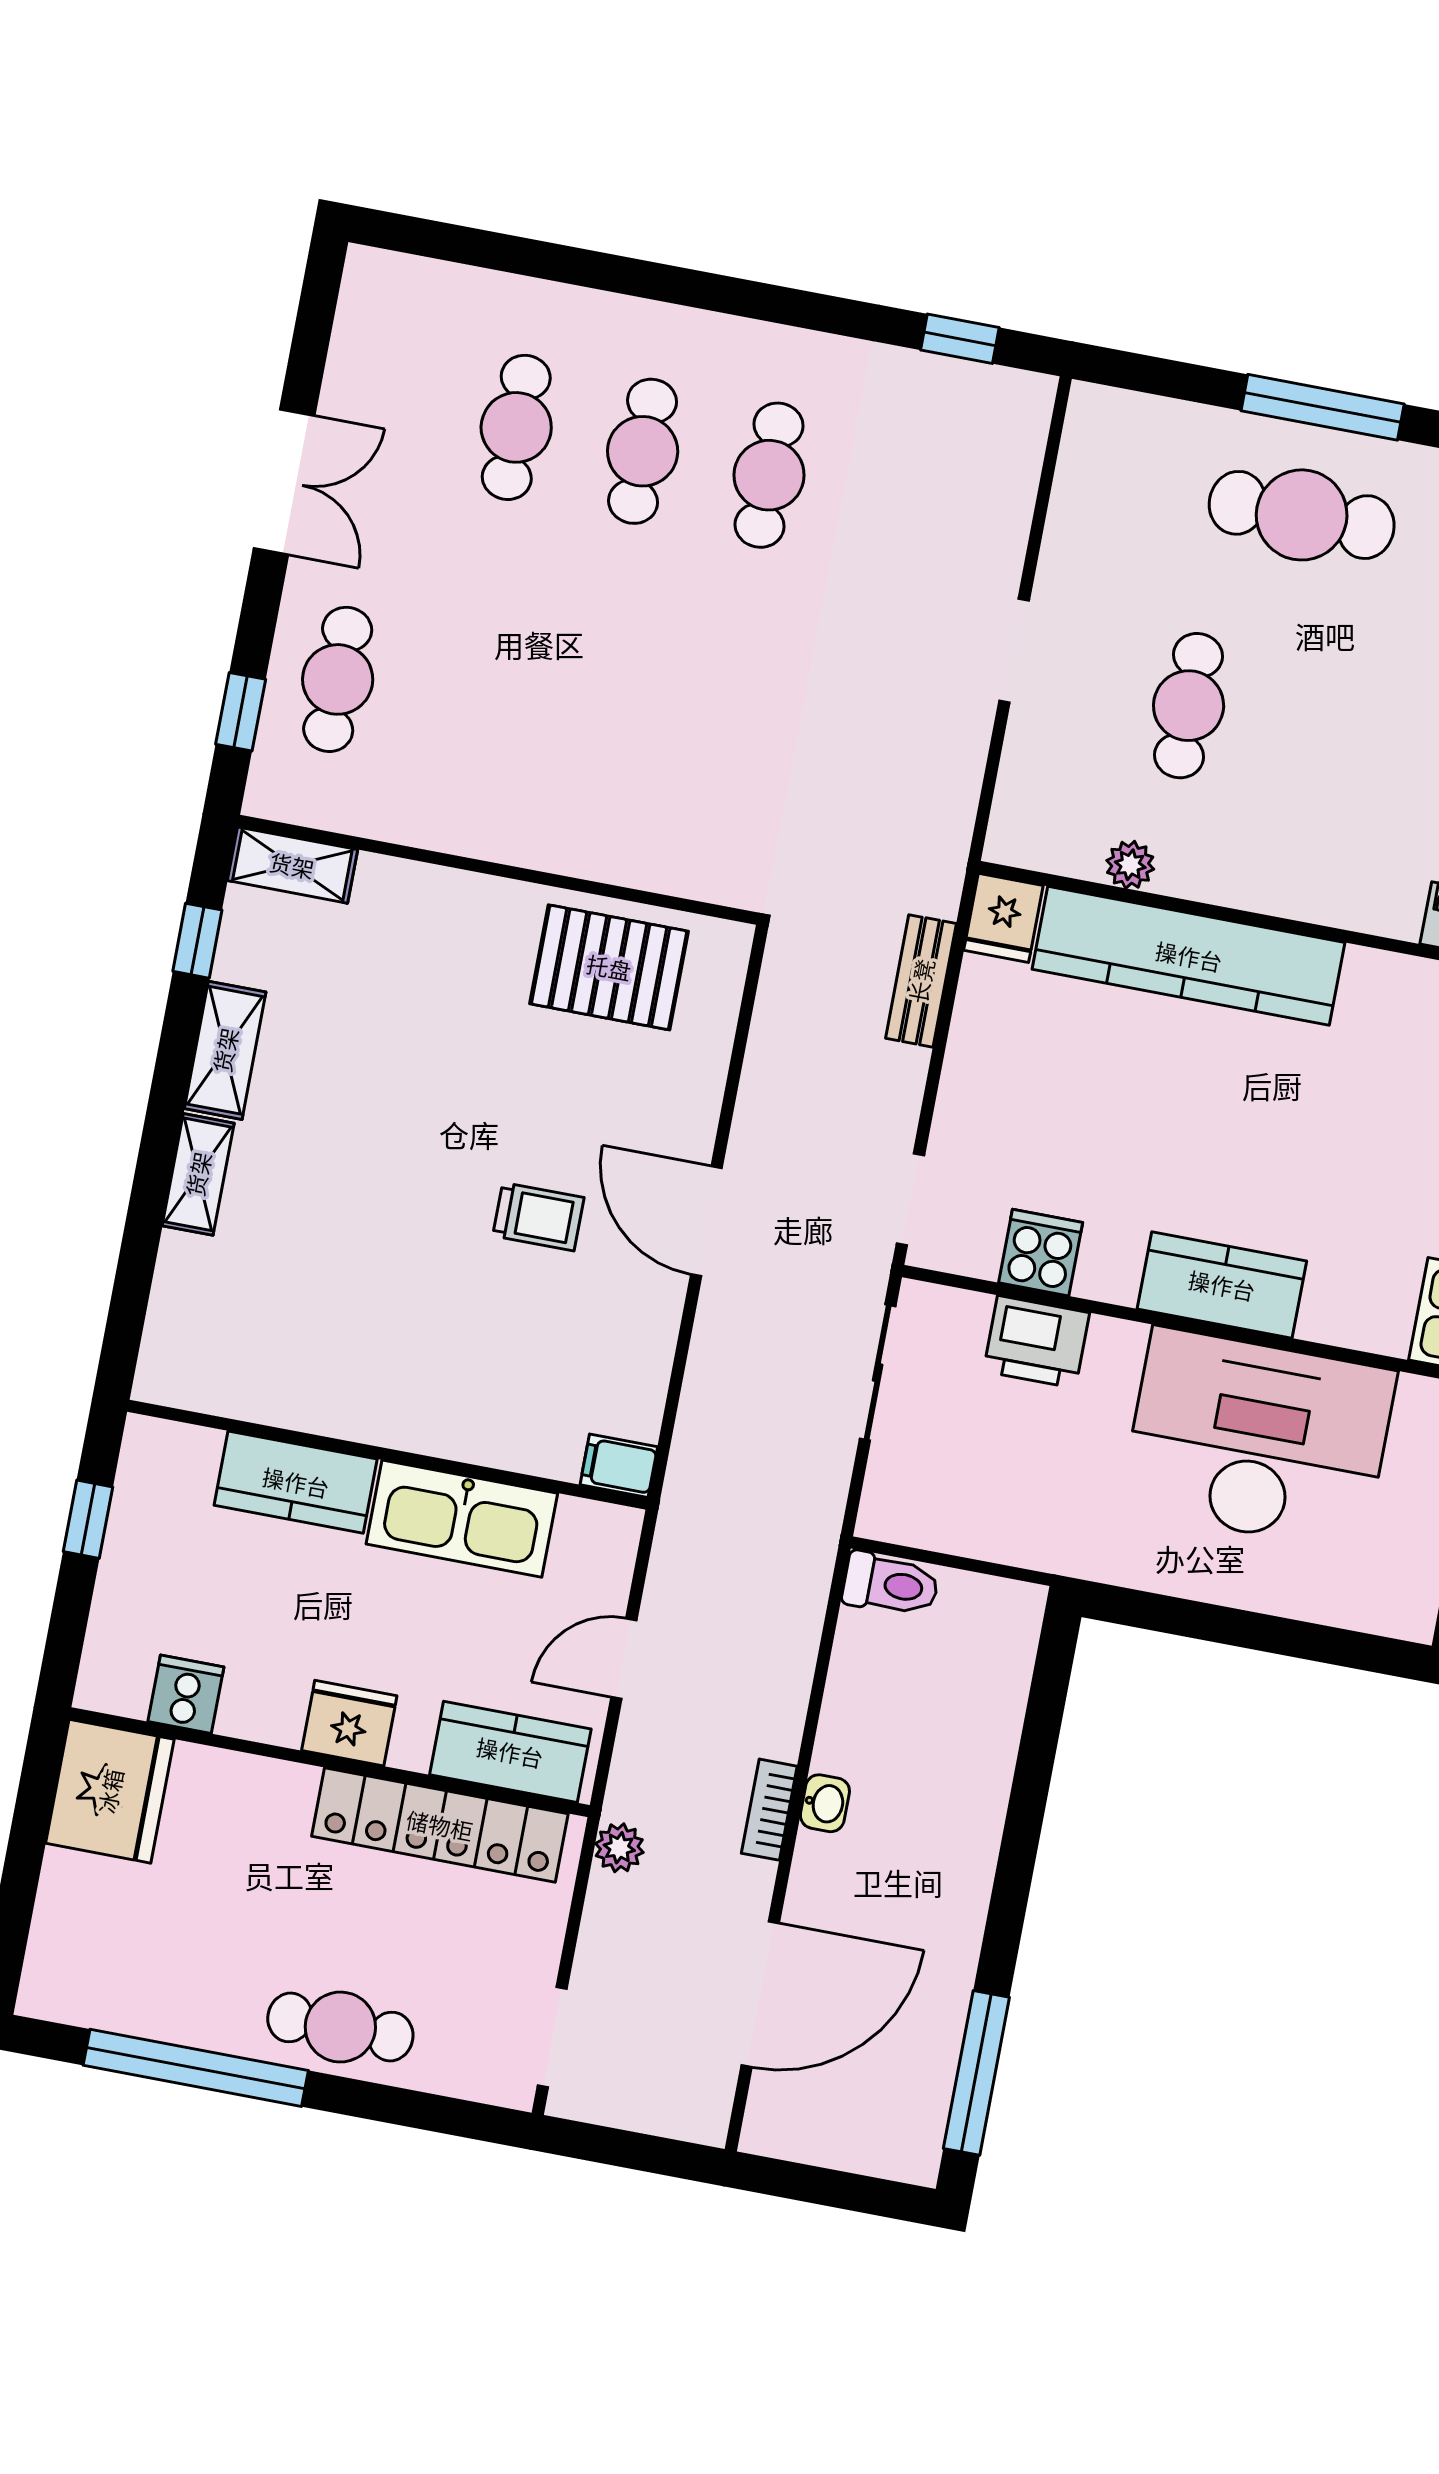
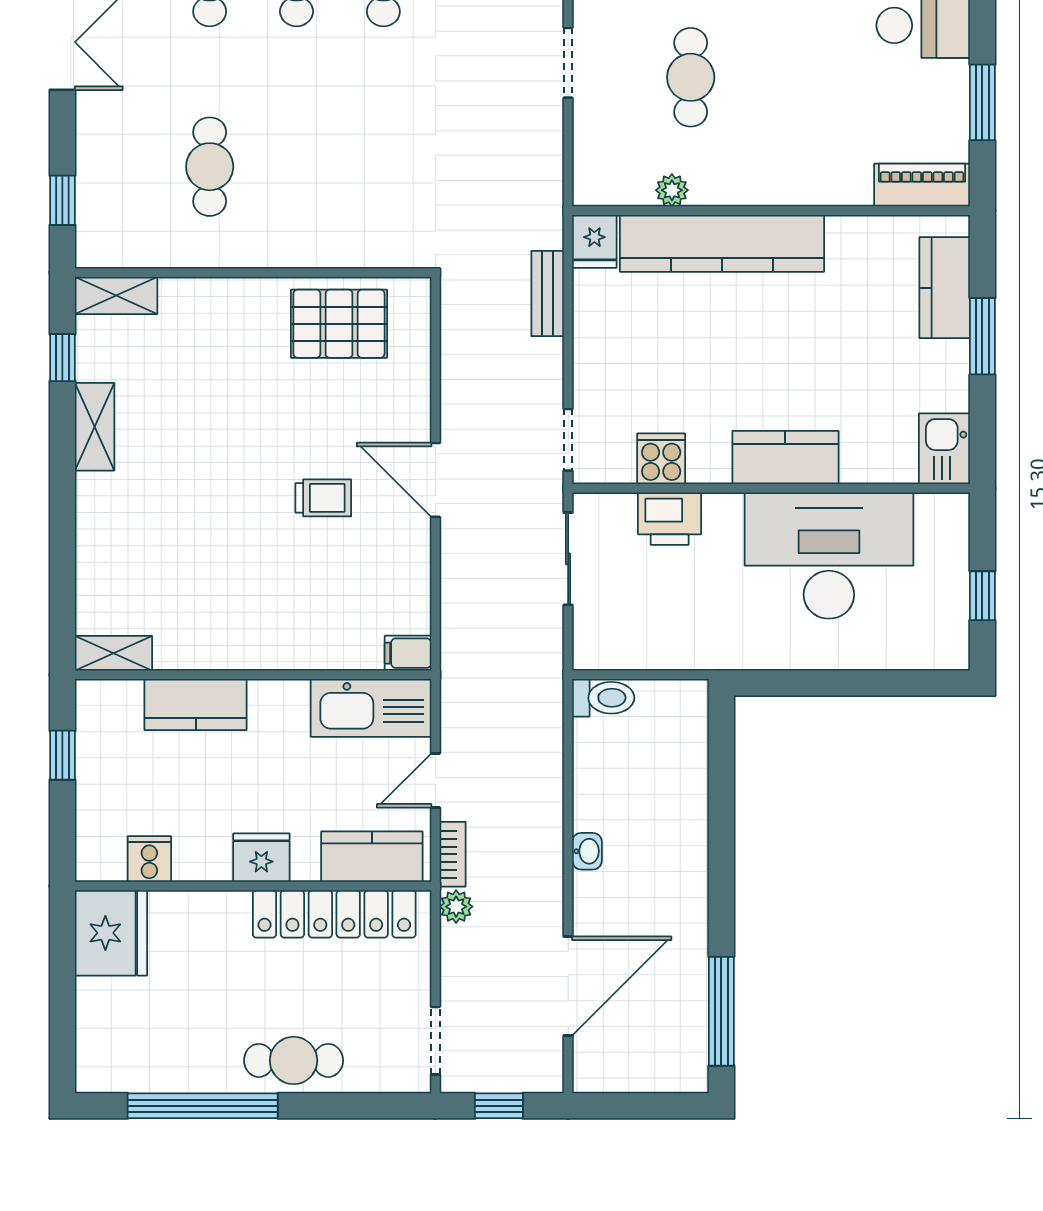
cafe table: (338, 679) -> (210, 167), moved
shelving: (198, 1174) -> (113, 653), moved, turned 90
kitchen sink: (462, 1519) -> (371, 708), moved
bookcase: (769, 1810) -> (453, 854), moved, turned 180
window: (627, 2149) -> (499, 1106), added

